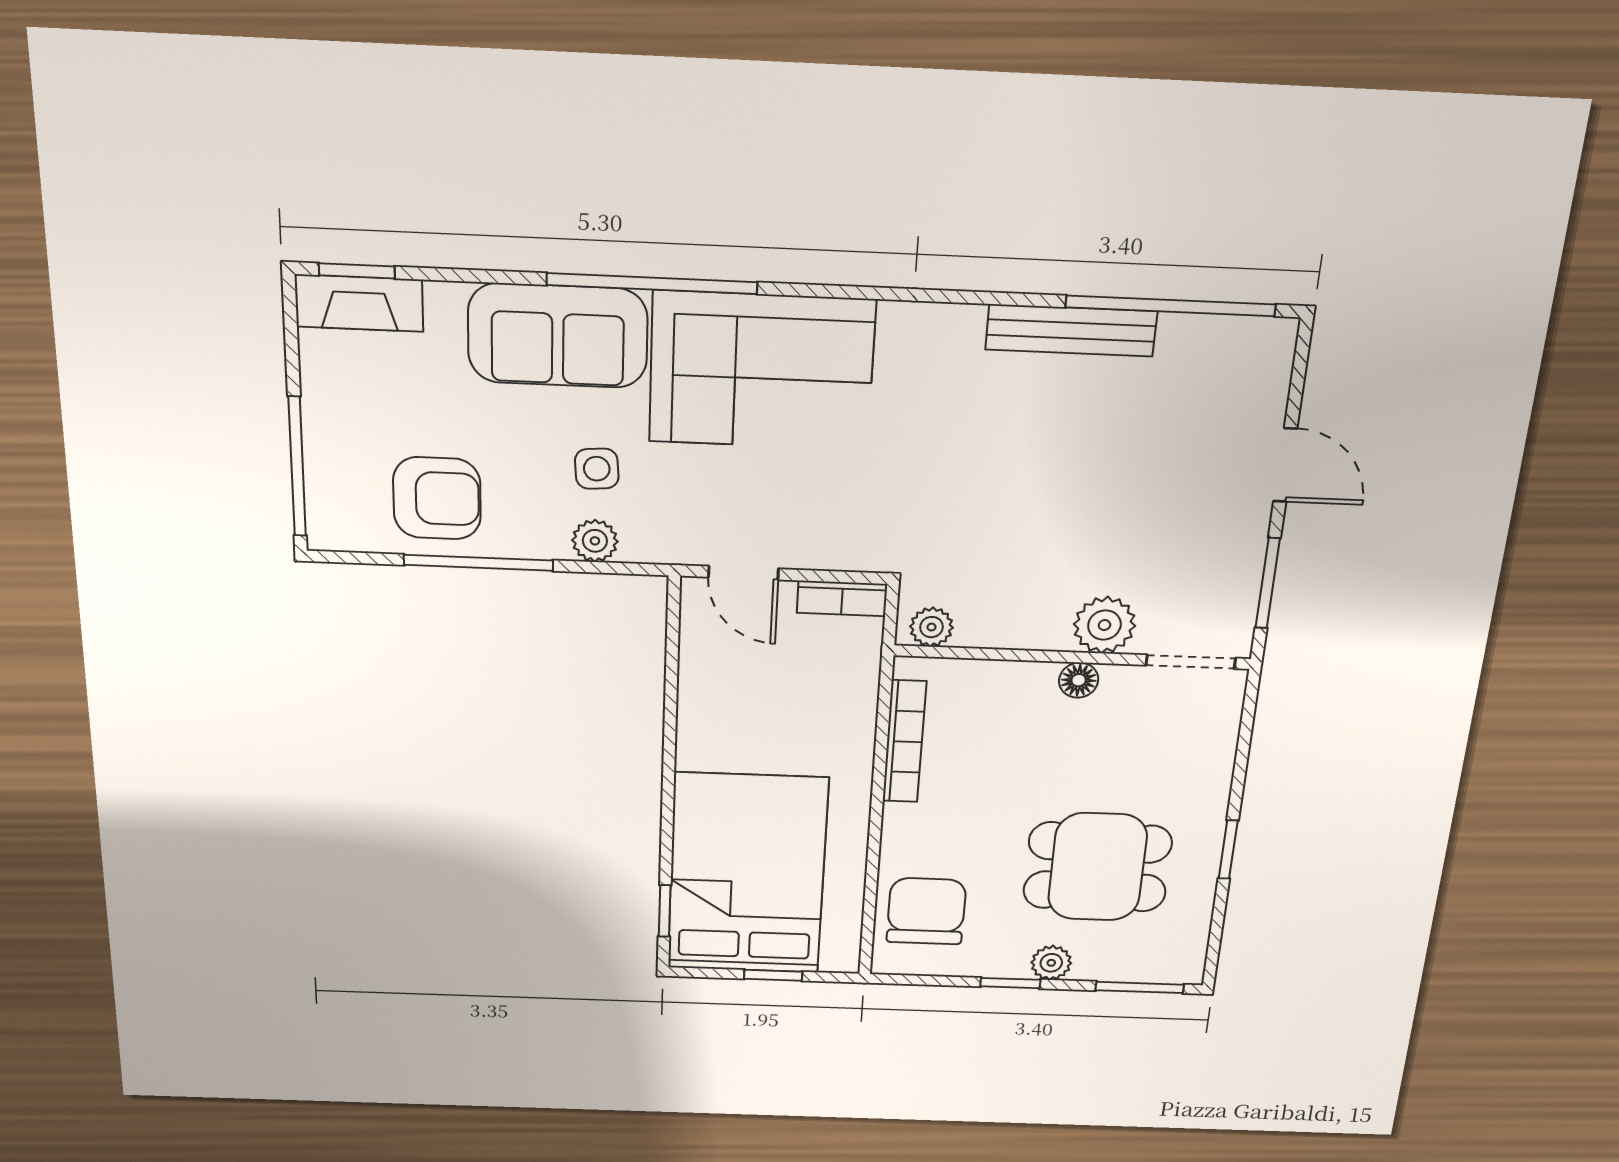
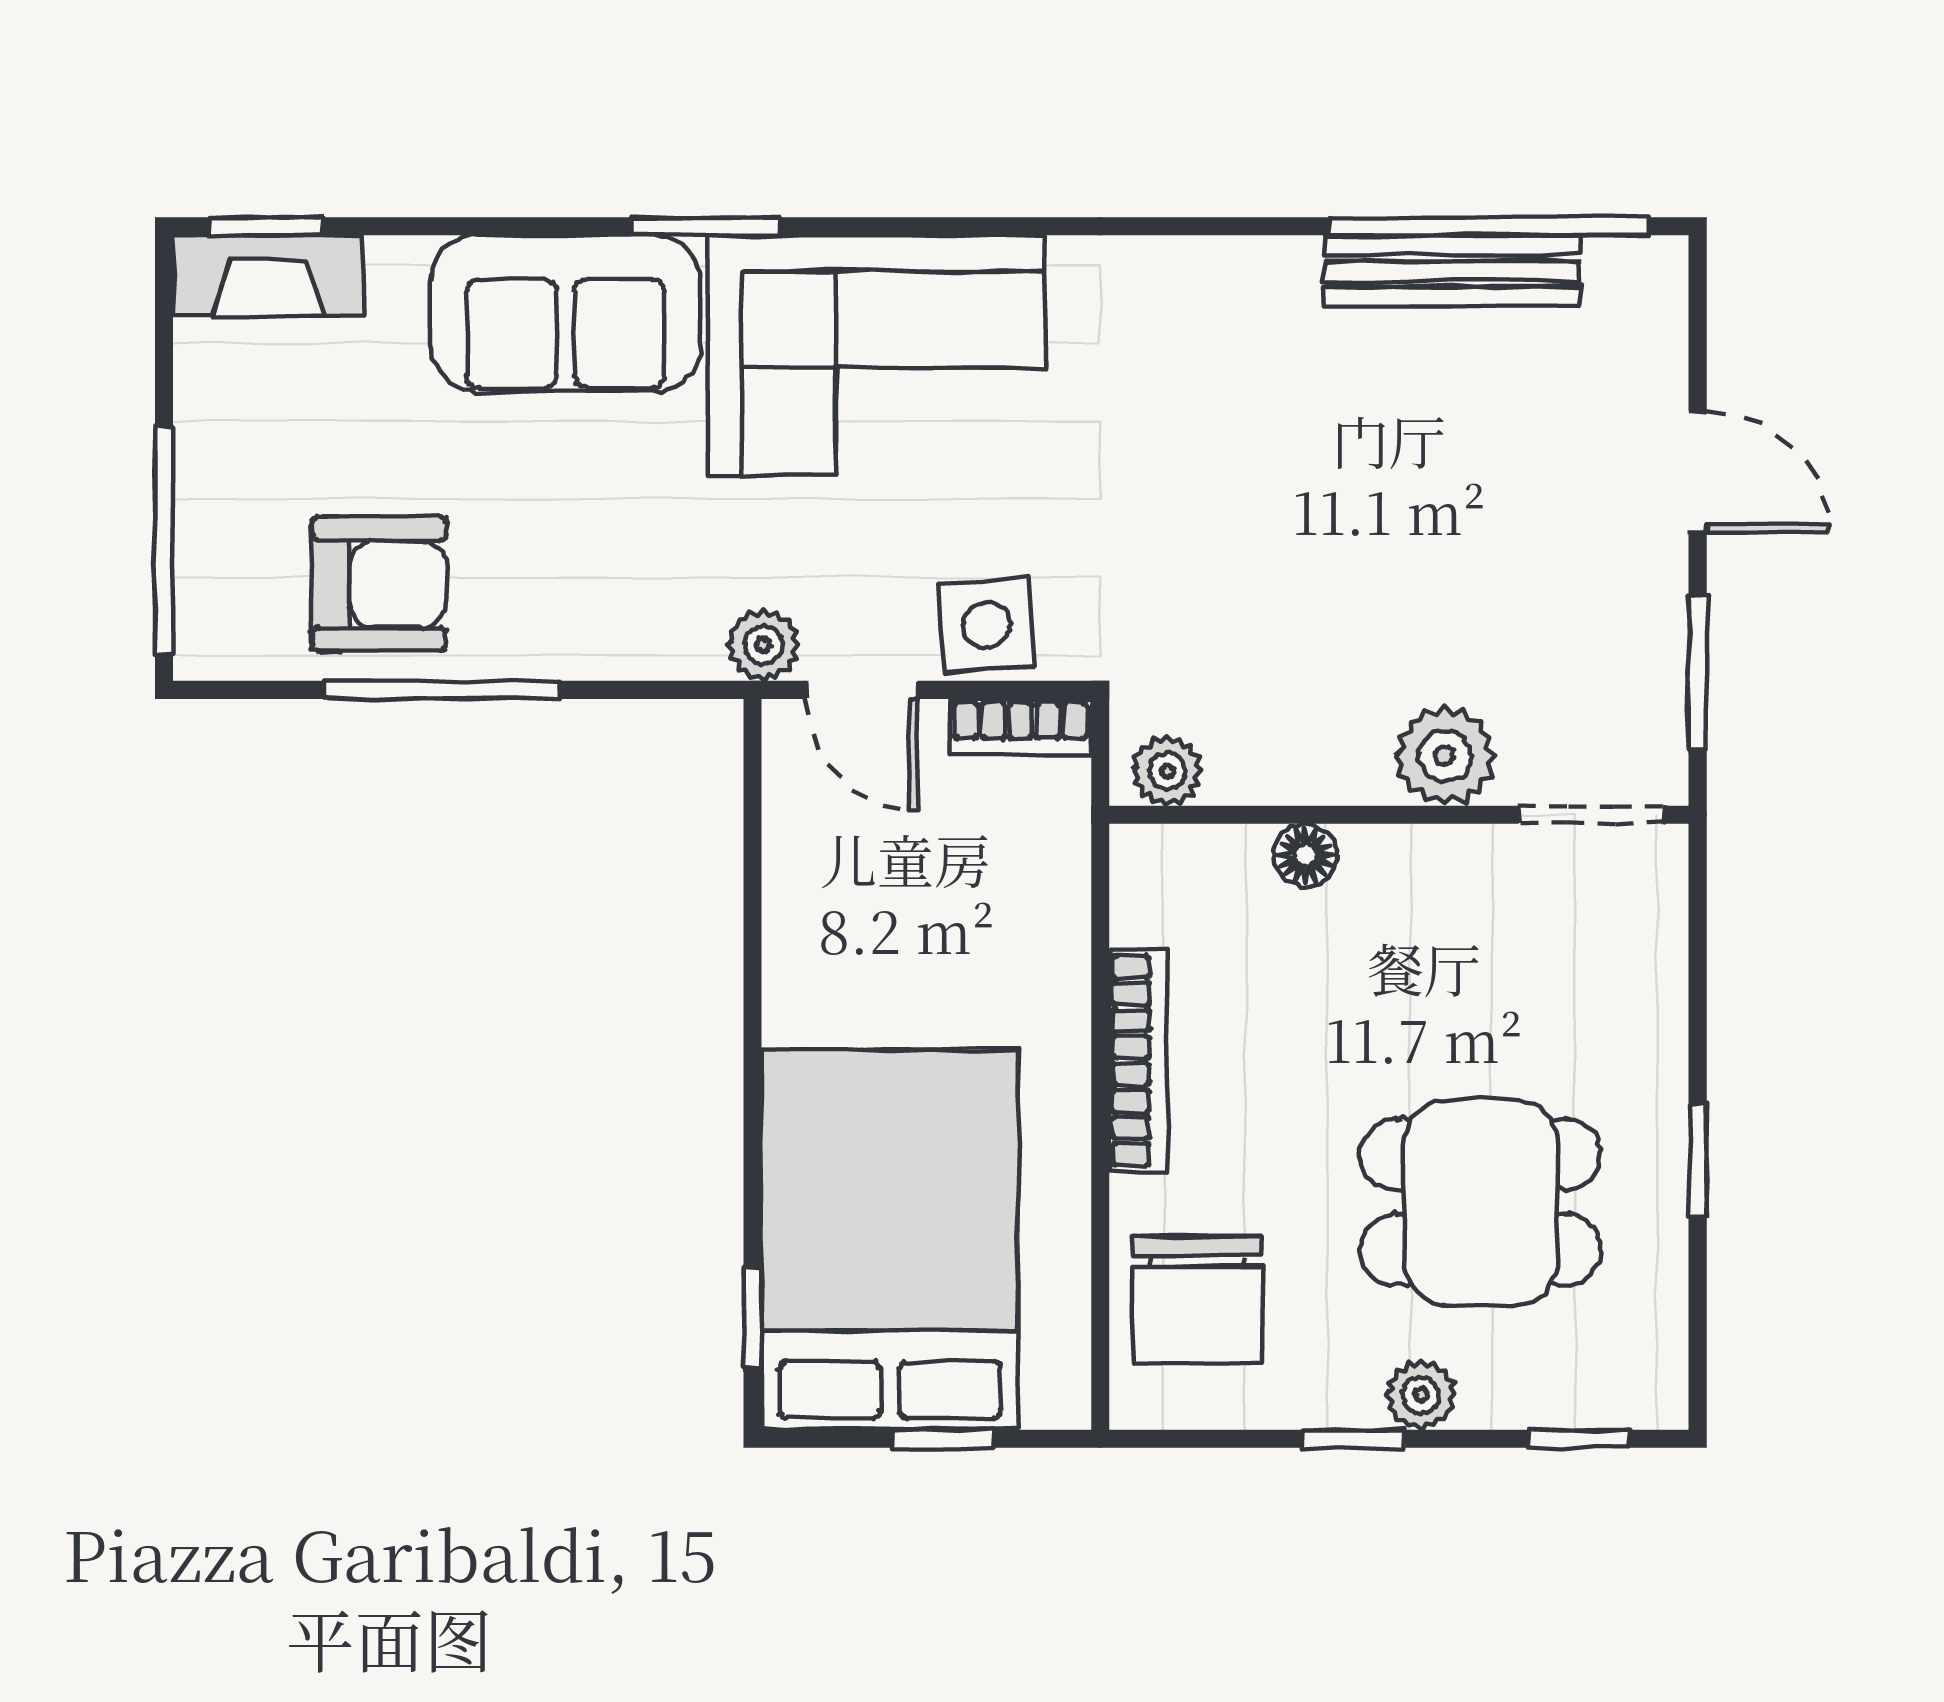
window: (652, 284) -> (706, 226), width x0.47
bench: (1071, 330) -> (1452, 271), moved
side table: (597, 469) -> (986, 625), moved, width x1.37, depth x1.37
plant: (595, 541) -> (763, 645), moved
floor lamp: (1079, 680) -> (1305, 855), moved
bookcase: (904, 742) -> (1138, 1061), moved
chair: (926, 911) -> (1198, 1300), turned 180
window: (1140, 987) -> (1579, 1439), width x0.67

